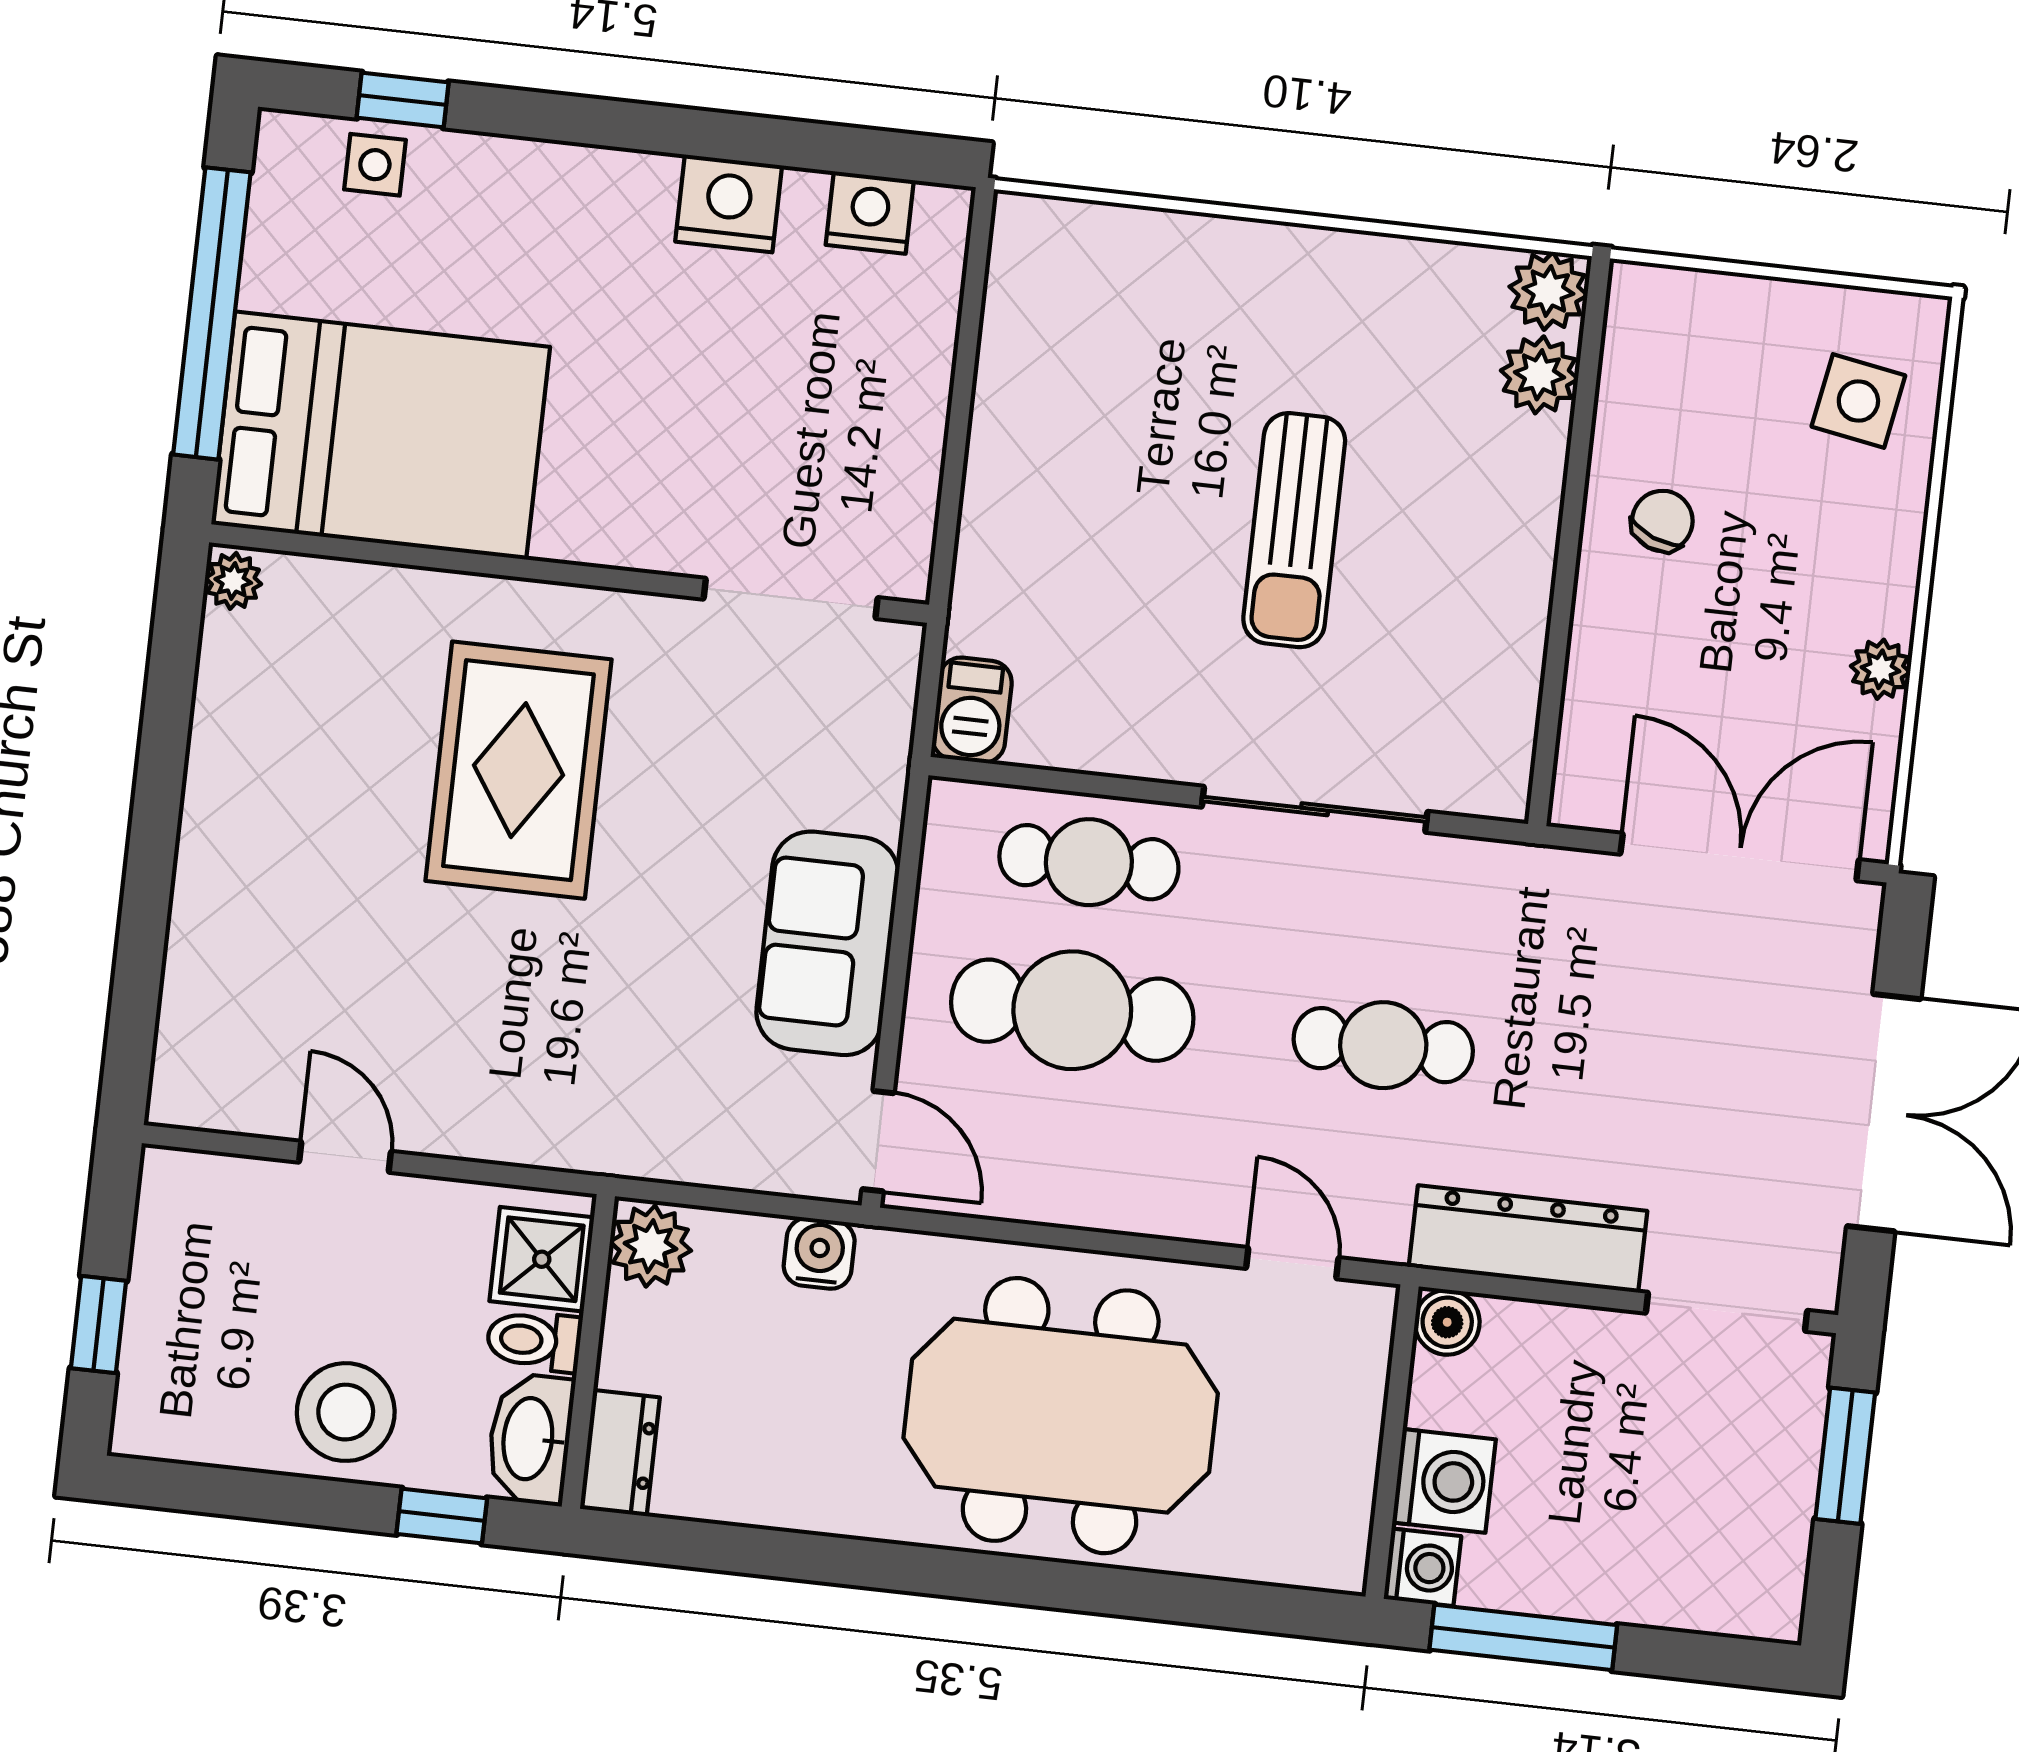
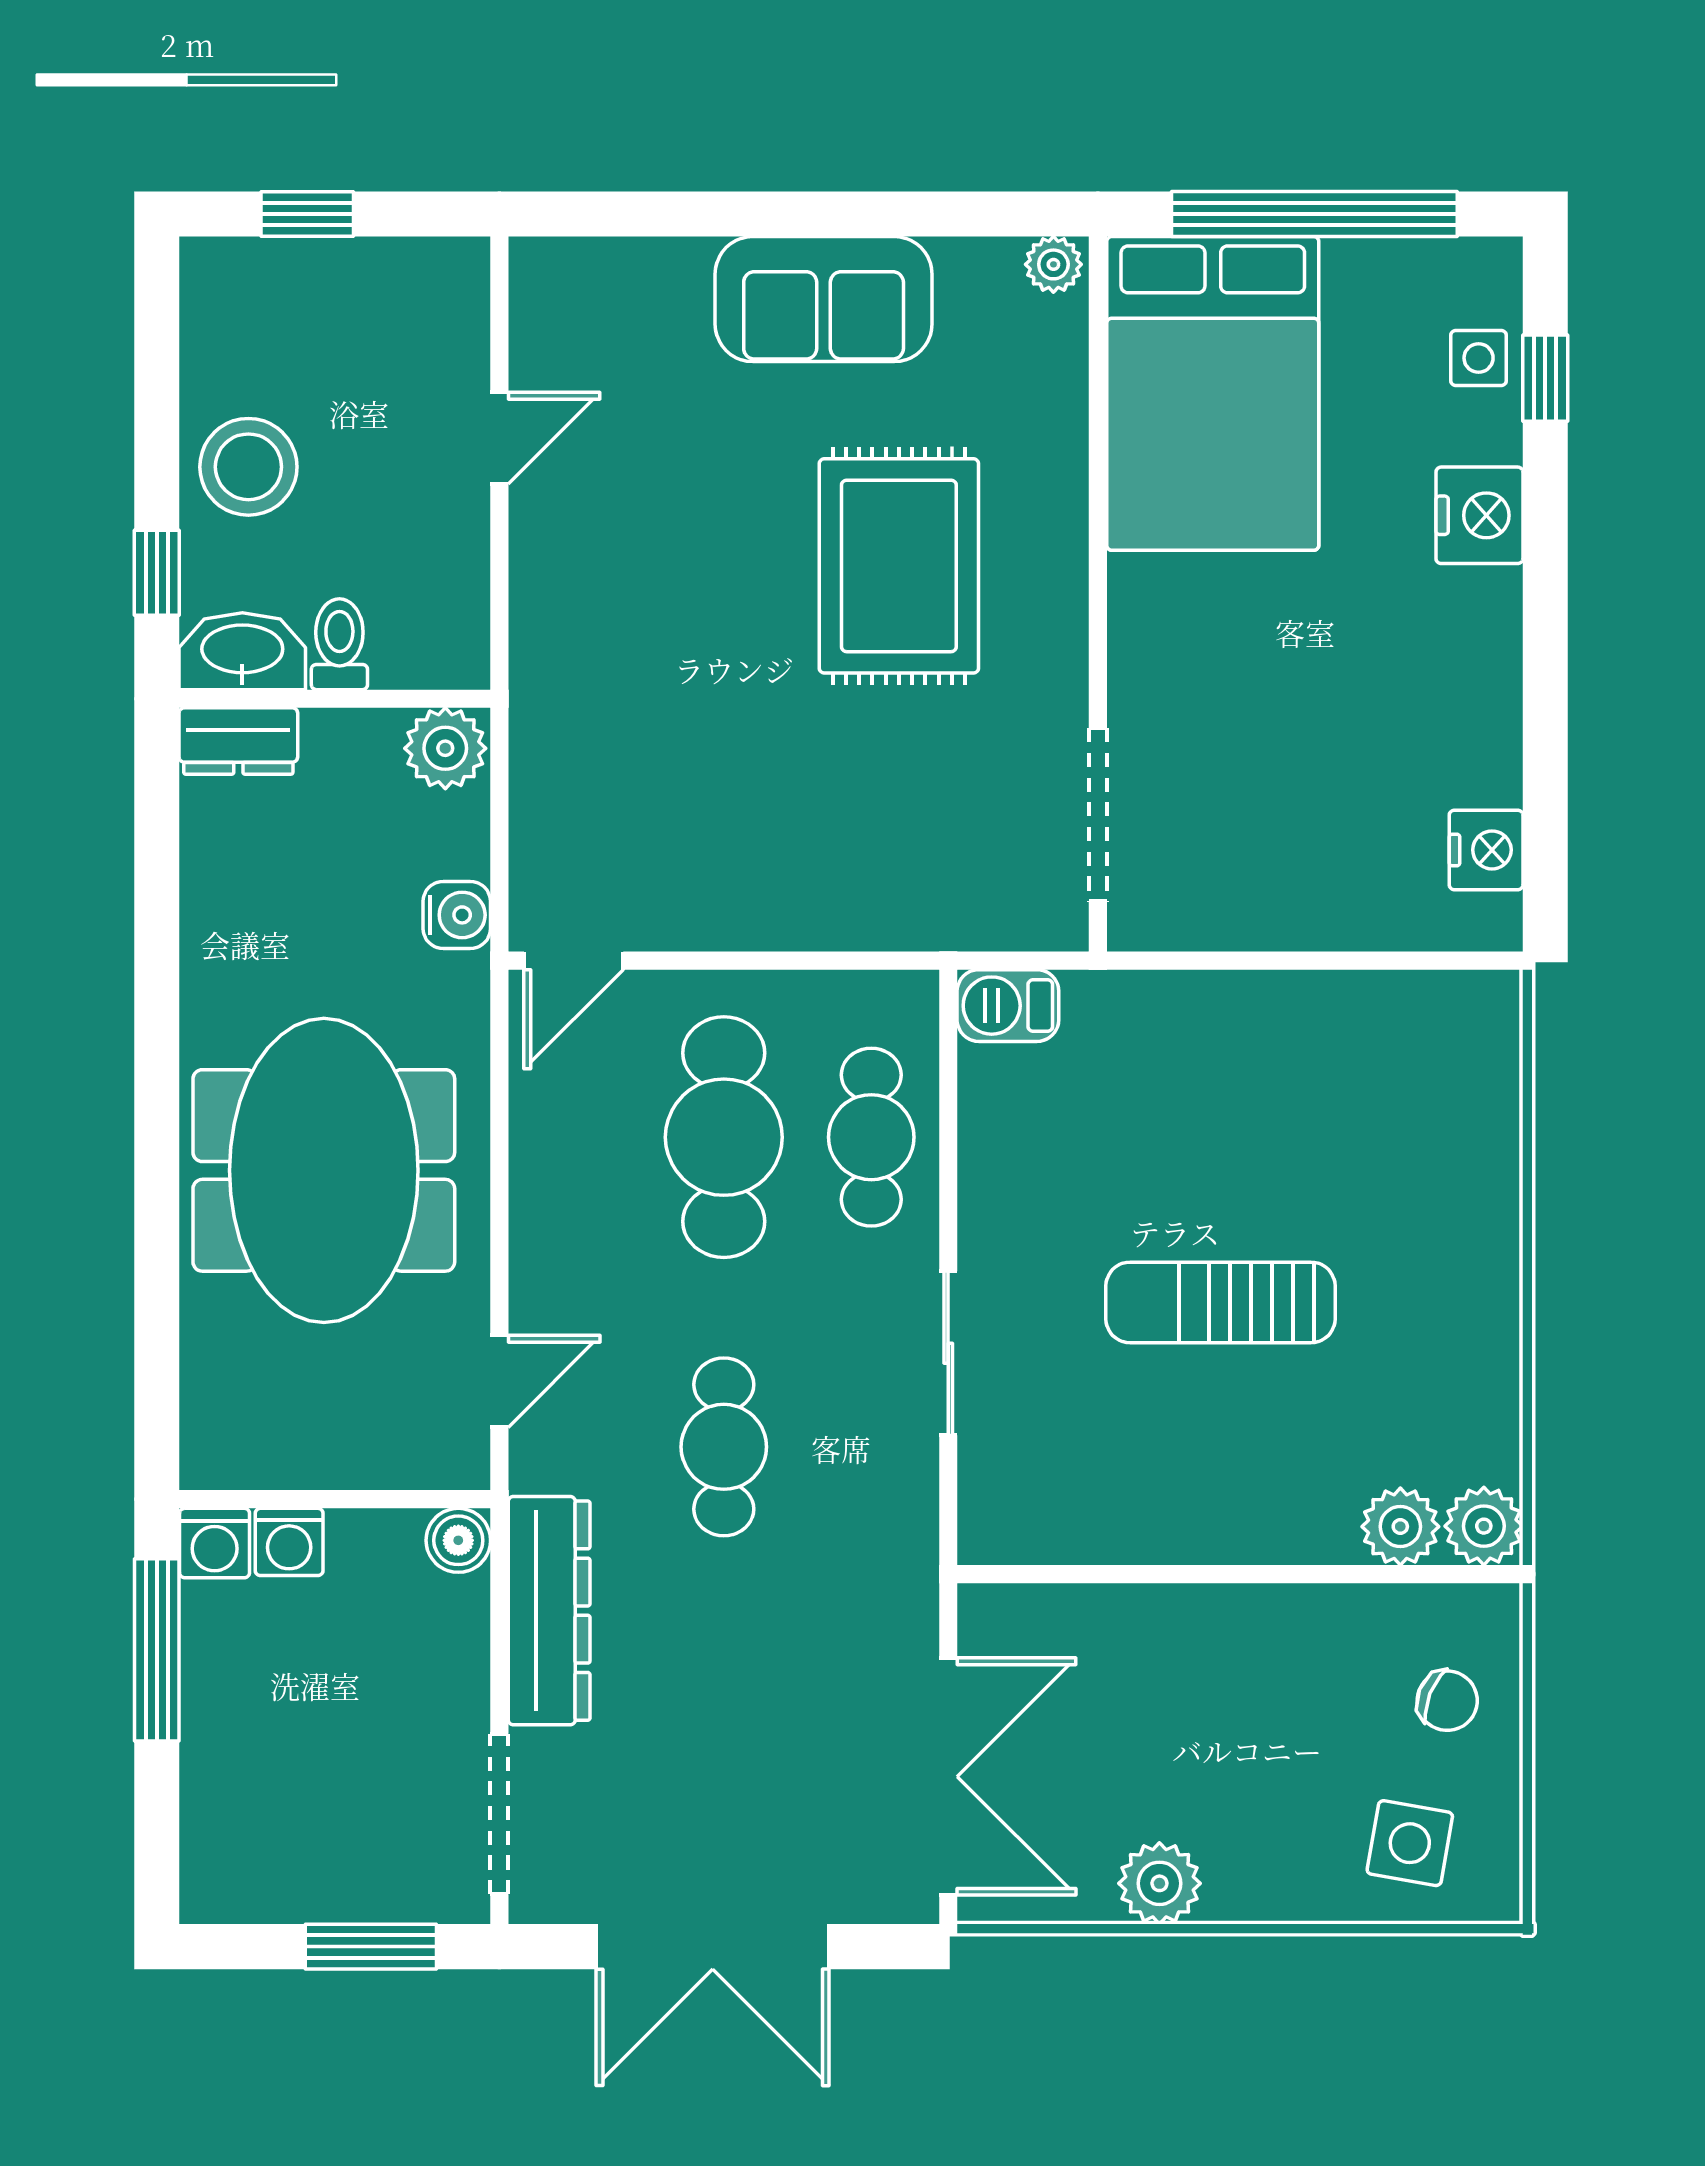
nightstand: (729, 203) -> (1479, 515), moved
chair: (1662, 521) -> (1447, 1701), moved
plant: (1880, 669) -> (1159, 1883), width x1.38, depth x1.38
rug: (518, 770) -> (899, 566), turned 90
sliding door: (1315, 809) -> (948, 1353), width x0.73
sofa: (827, 943) -> (824, 299), moved, turned 180
shower: (542, 1259) -> (420, 643), removed
washing machine: (1444, 1481) -> (289, 1542), width x0.73, depth x0.73

